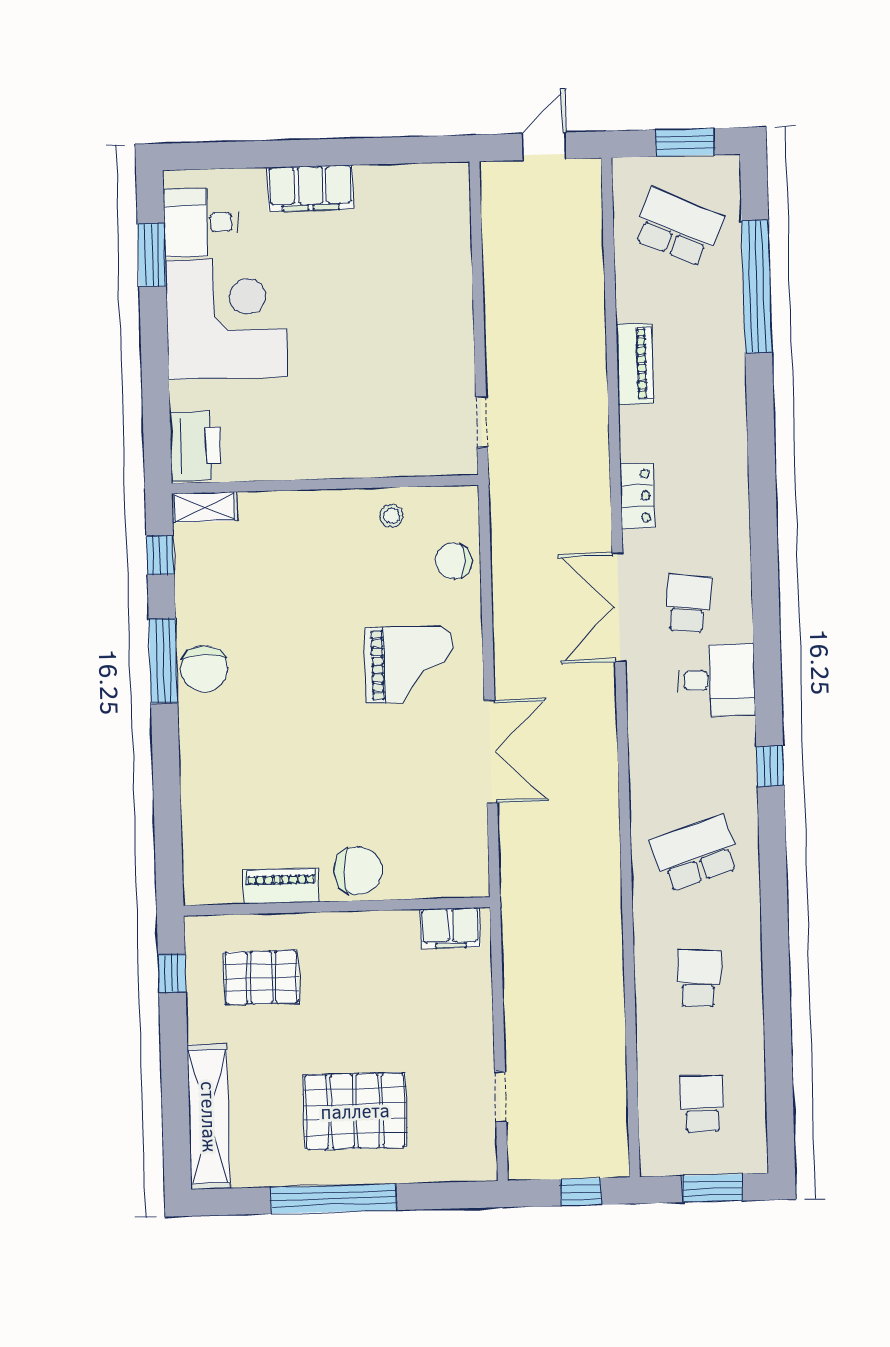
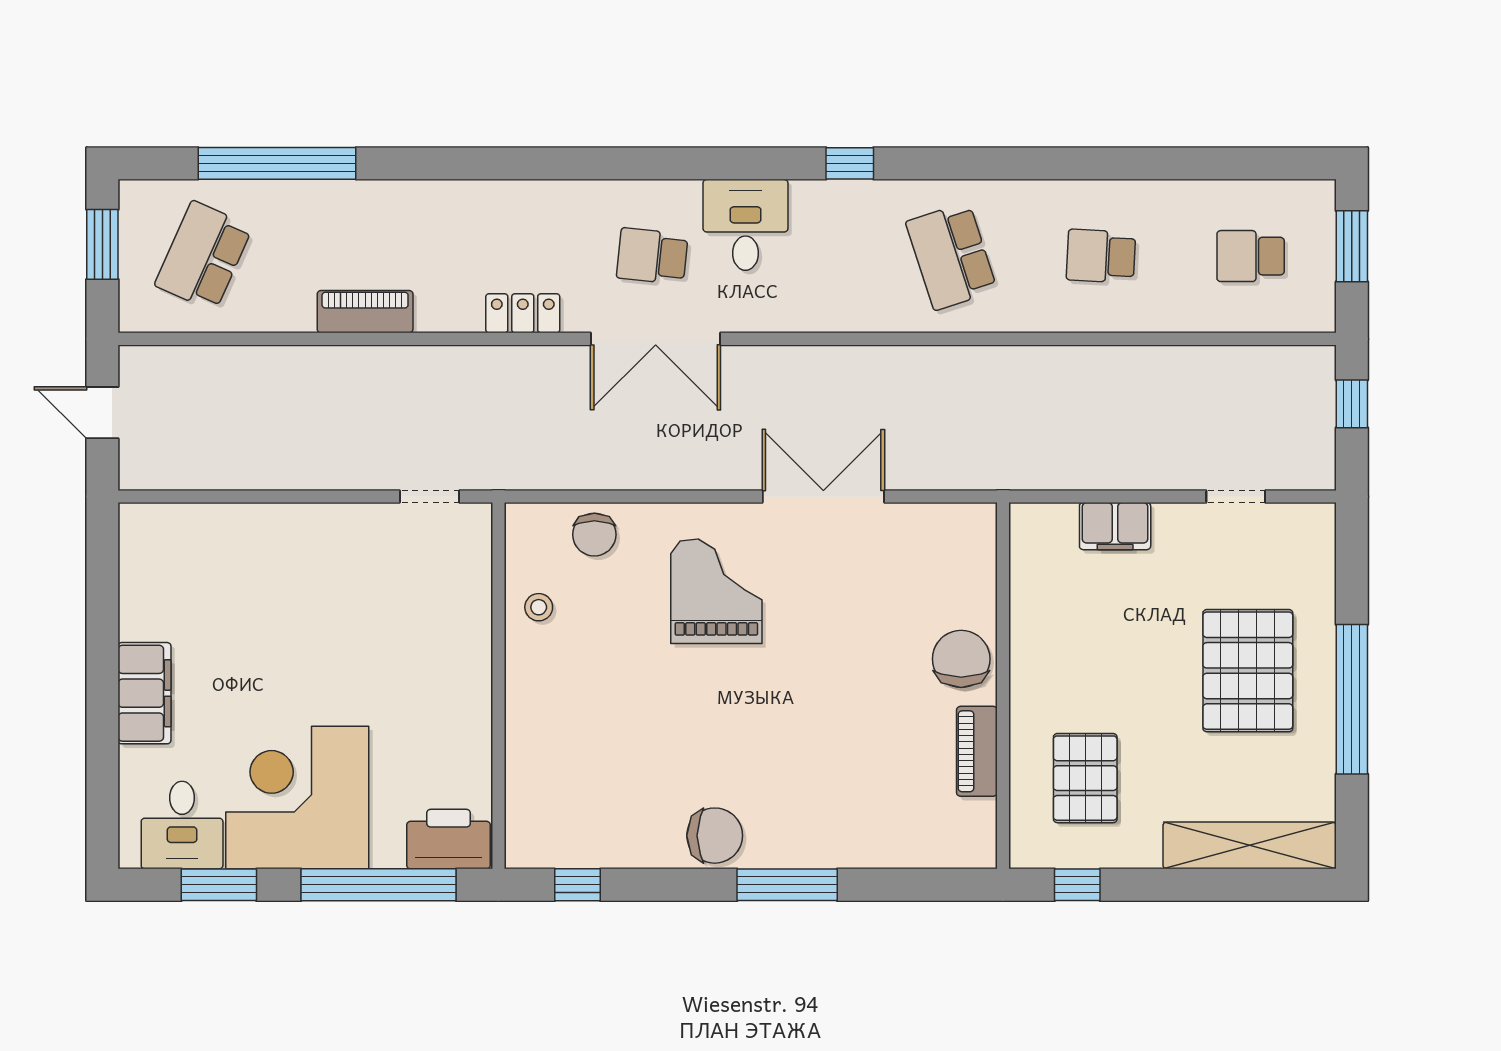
window: (156, 388) -> (378, 885), added
shelving: (204, 507) -> (522, 830), removed
window: (163, 661) -> (787, 885), moved
filing cabinet: (450, 928) -> (1115, 526), moved, turned 90

